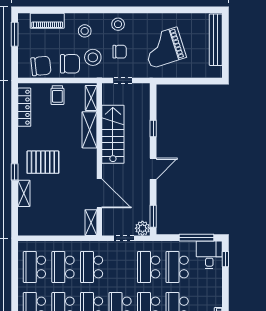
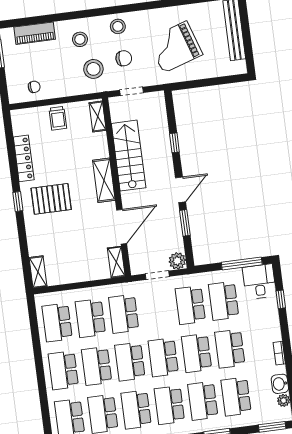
chair: (70, 64) -> (68, 80), removed
chair: (41, 66) -> (34, 87), width x0.54, depth x0.54
locker: (24, 107) -> (24, 158), moved
shelving: (89, 130) -> (104, 180), moved
window: (15, 172) -> (18, 201), moved
shelving: (24, 193) -> (38, 272), moved
door: (99, 193) -> (122, 227), hinge flipped
window: (153, 216) -> (185, 223), moved
window: (225, 259) -> (281, 299), moved

